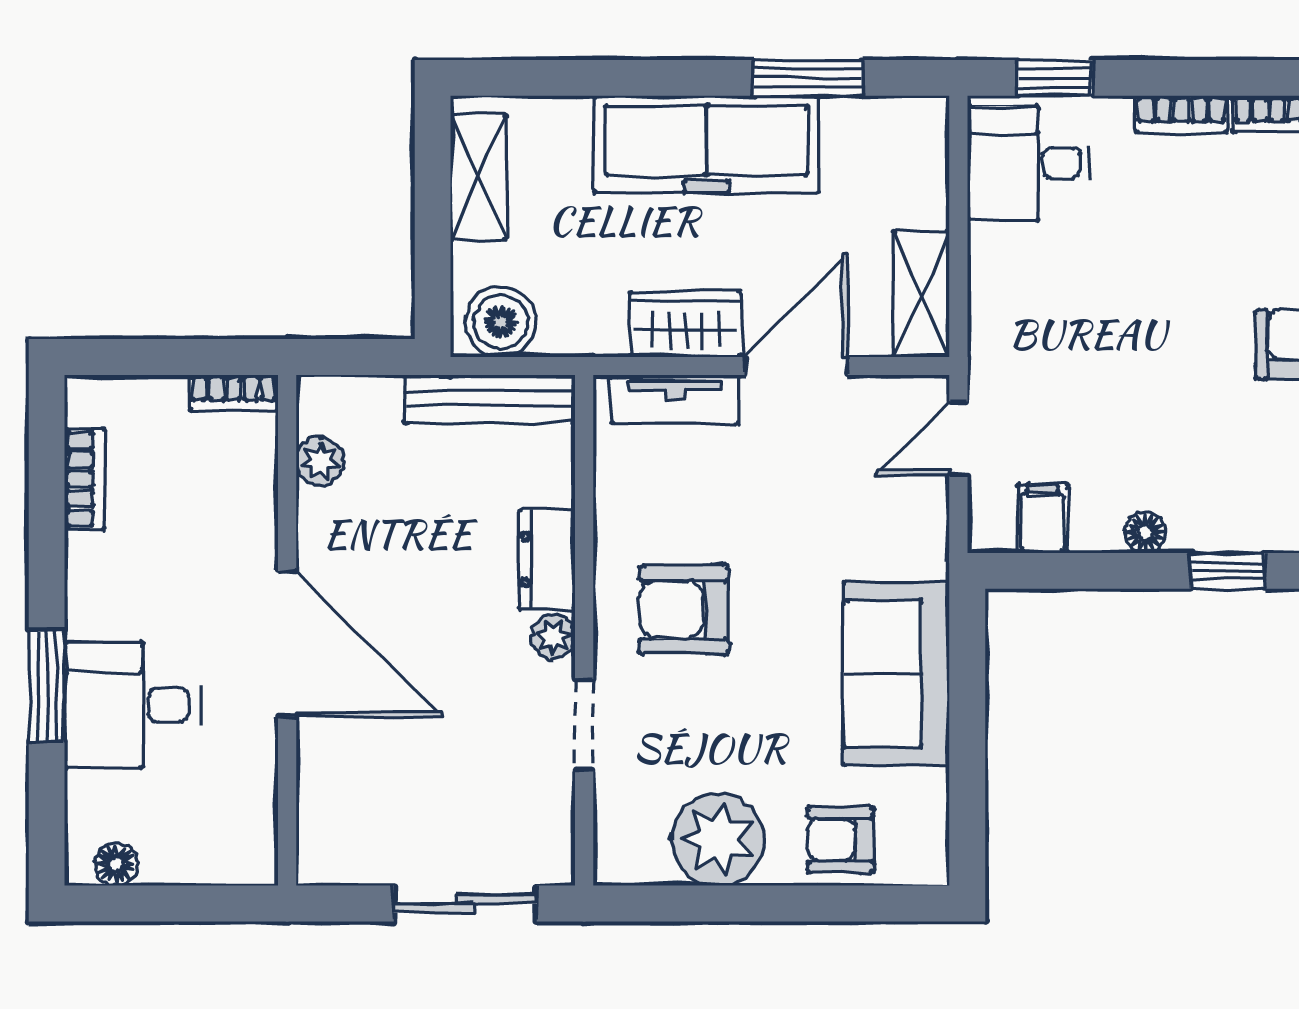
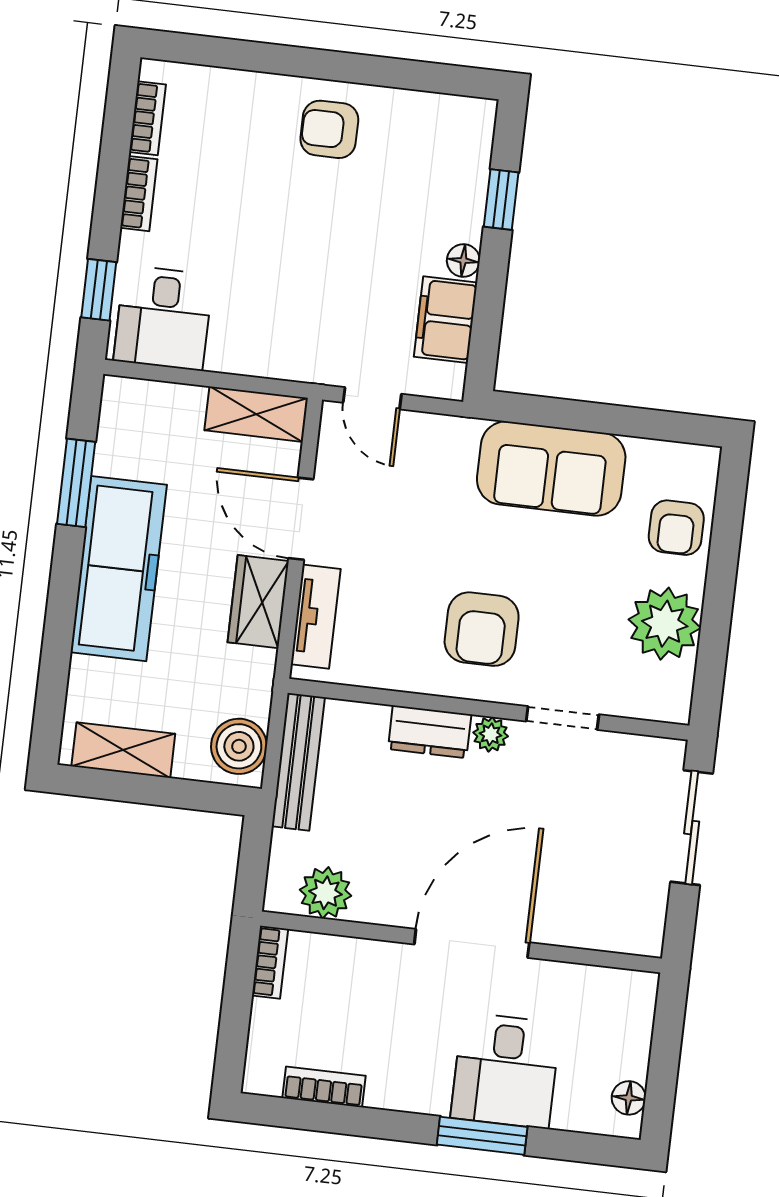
plant: (320, 461) -> (326, 893), width x1.38, depth x1.38
filing cabinet: (1042, 519) -> (446, 320), width x2.00

